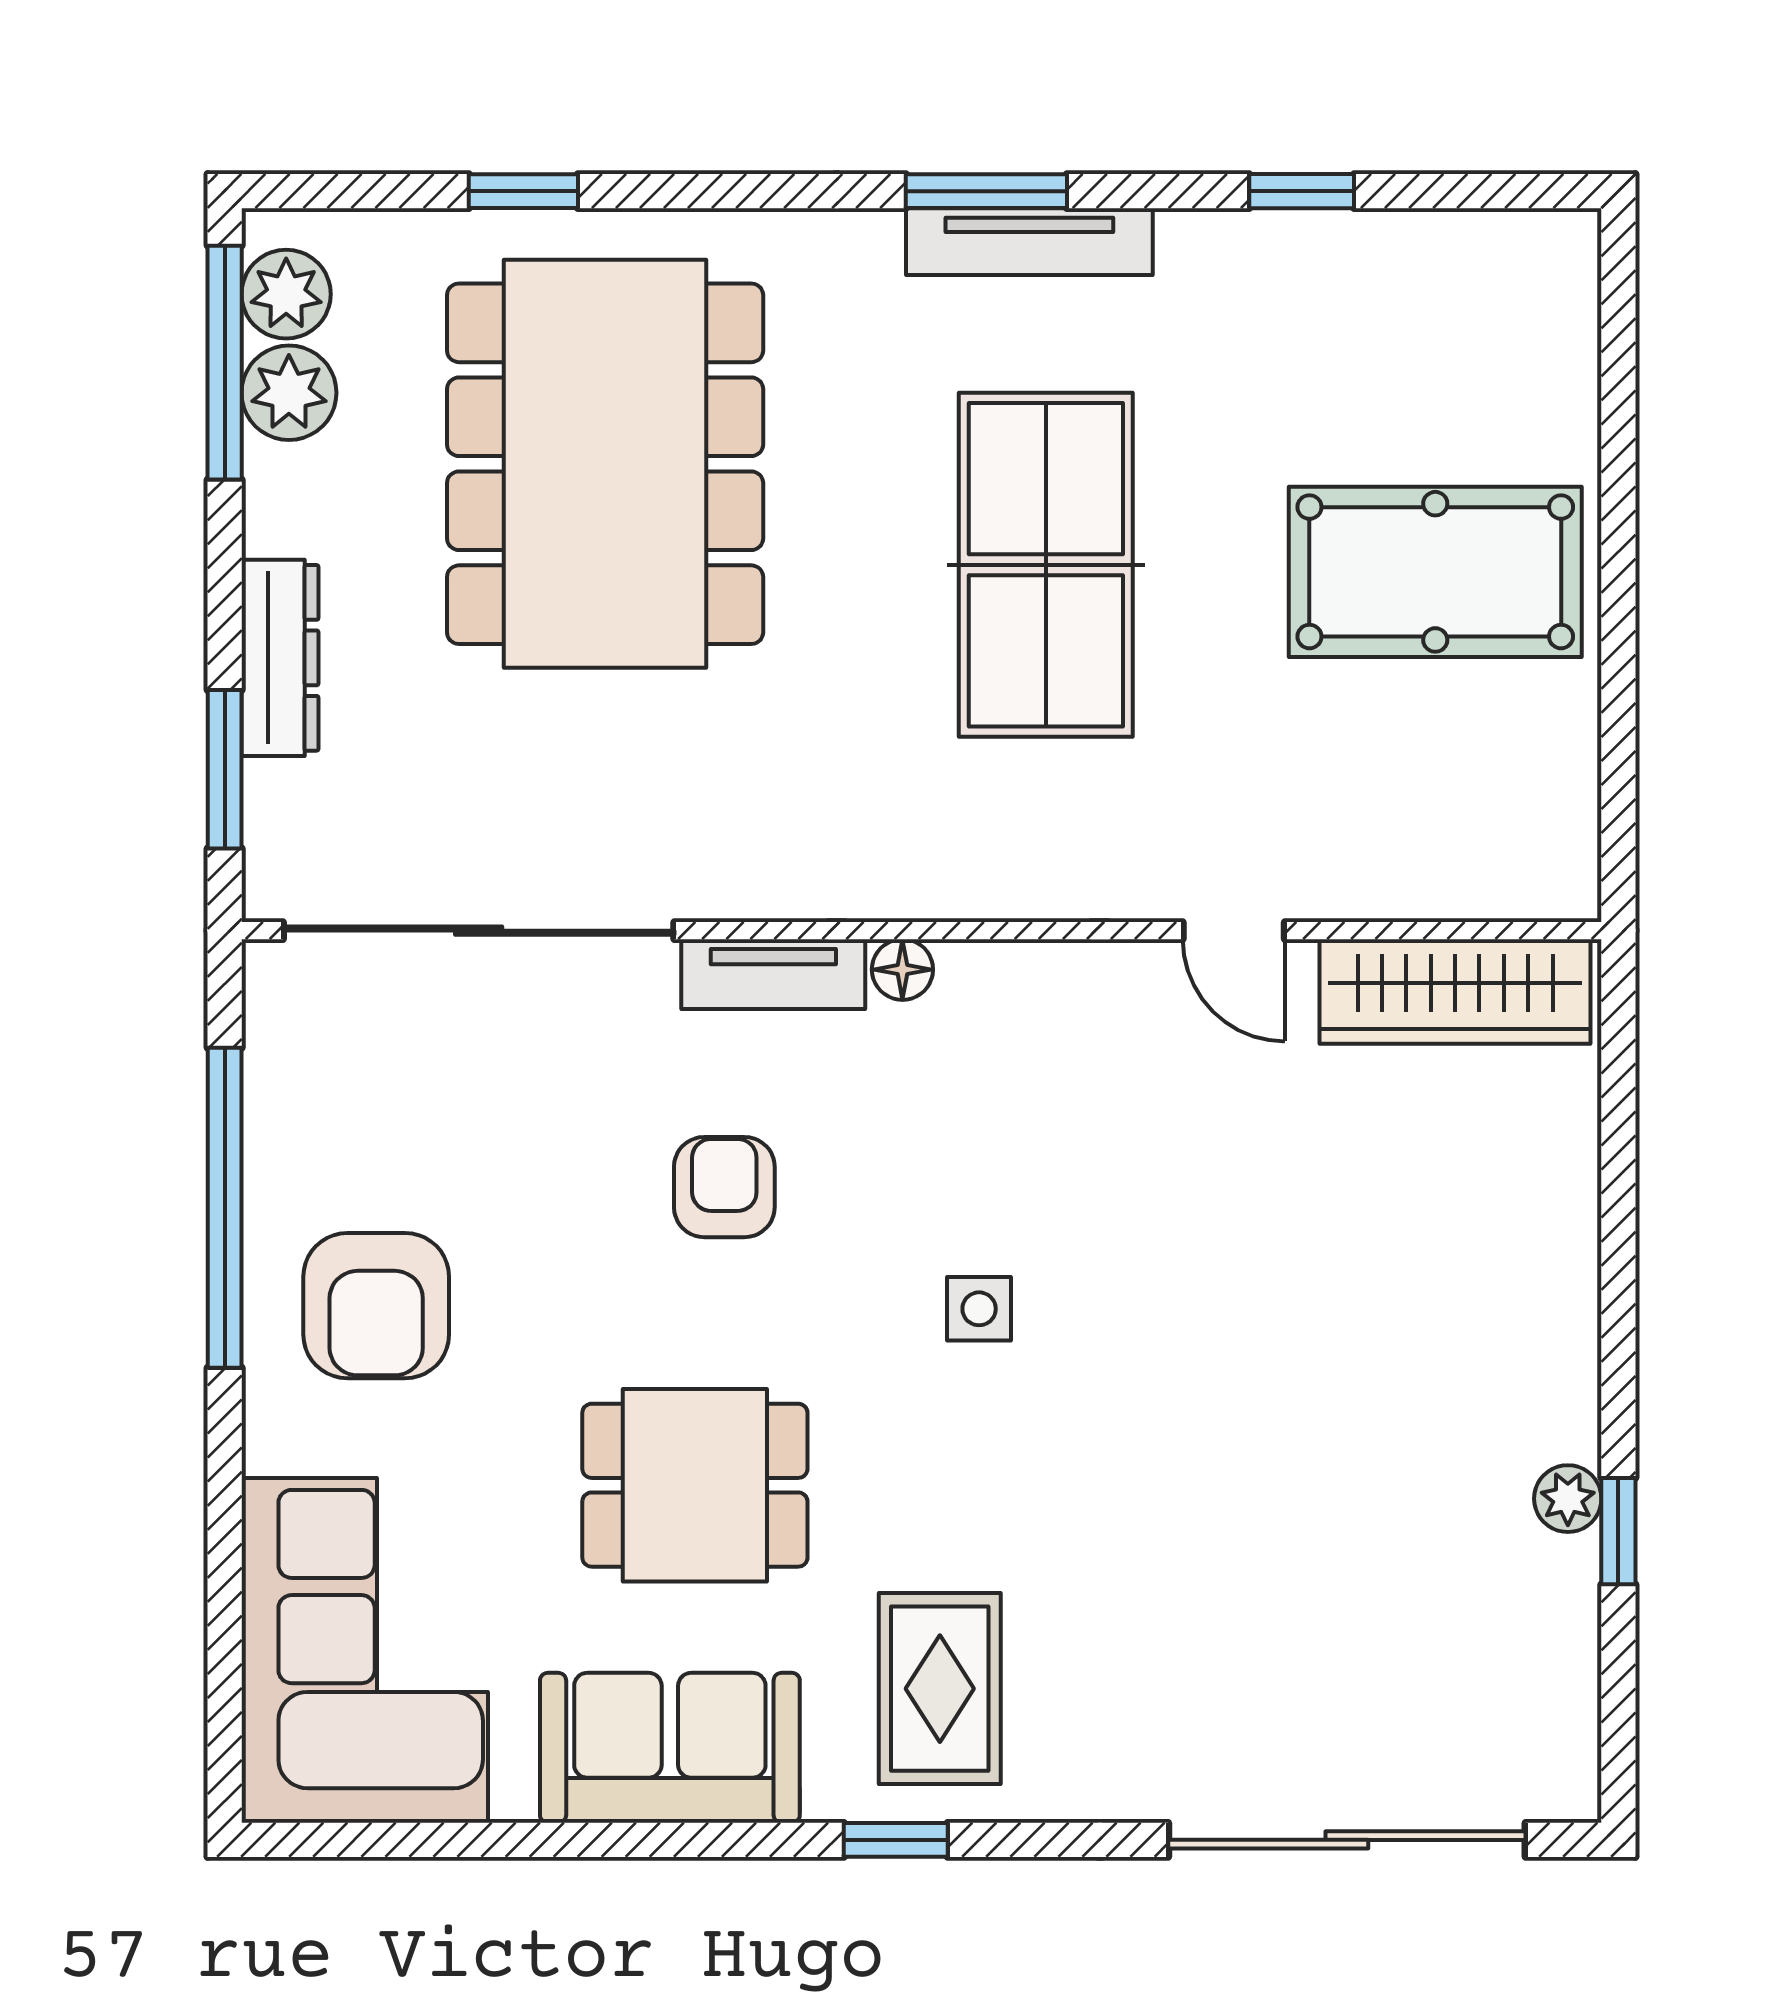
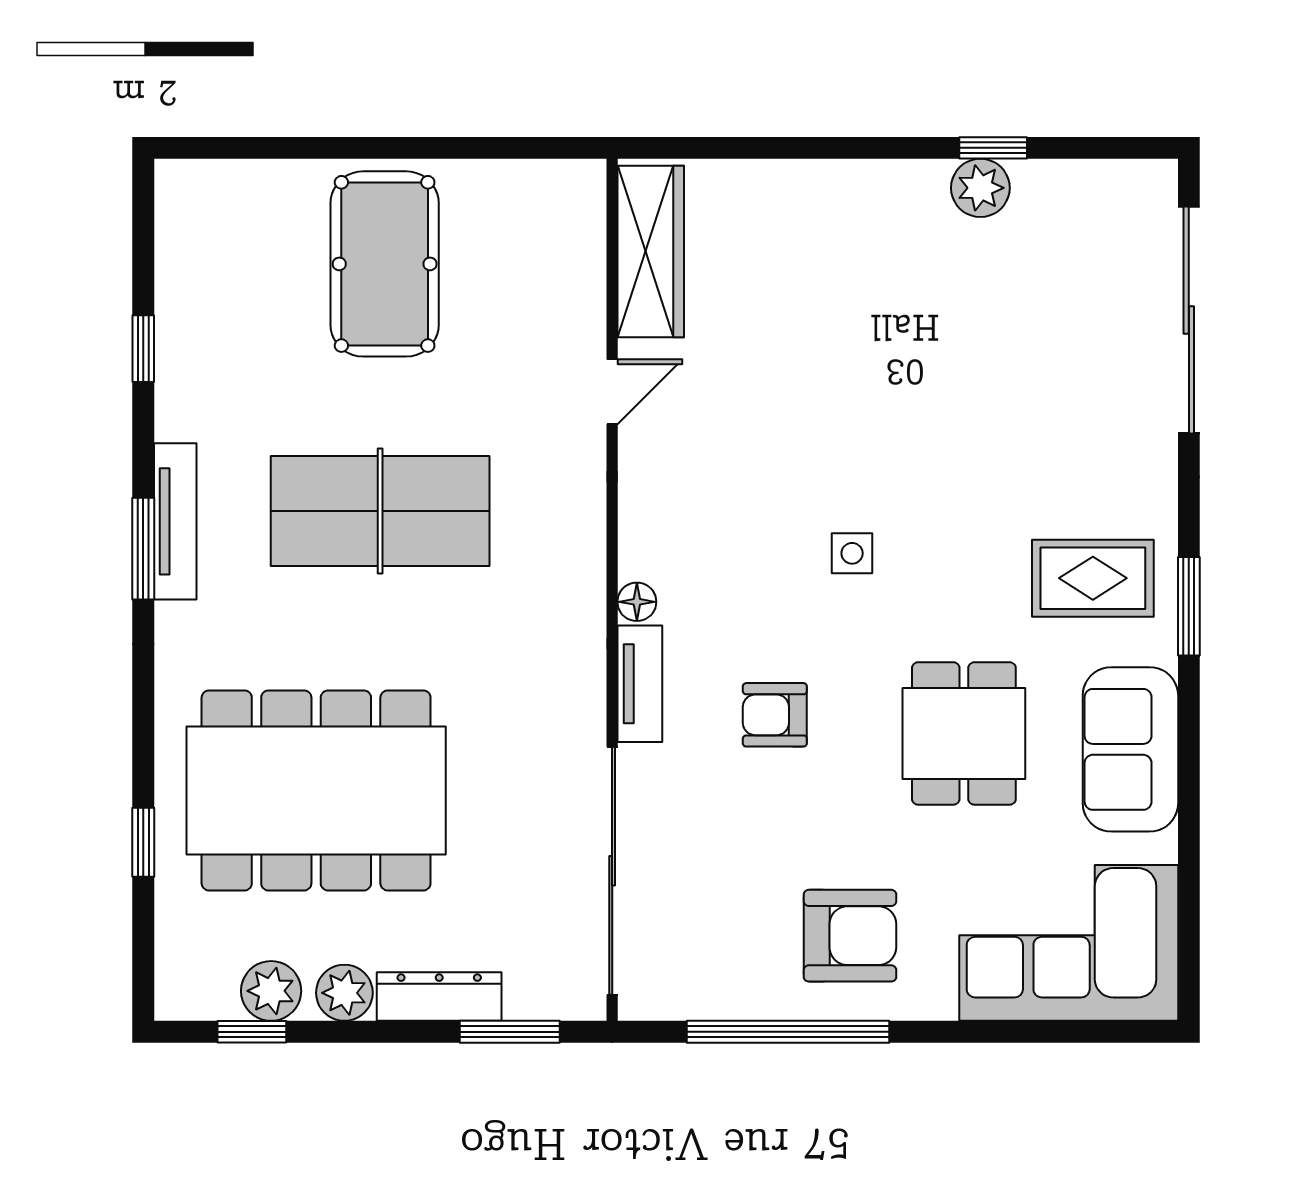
plant: (286, 294) -> (344, 993), moved
window: (225, 363) -> (252, 1032), width x0.46
plant: (1568, 1499) -> (980, 188), width x1.38, depth x1.38
window: (896, 1840) -> (1189, 606), width x1.50

